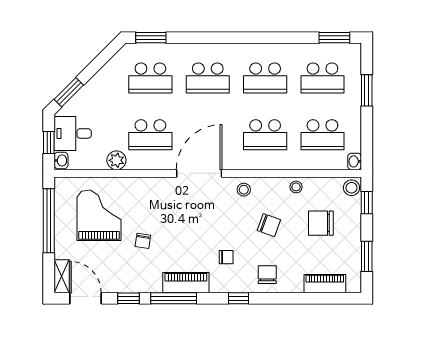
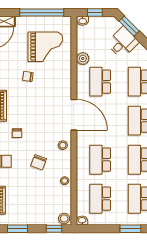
desk: (73, 133) -> (123, 43), moved, turned 45
chair: (321, 223) -> (40, 198), removed

